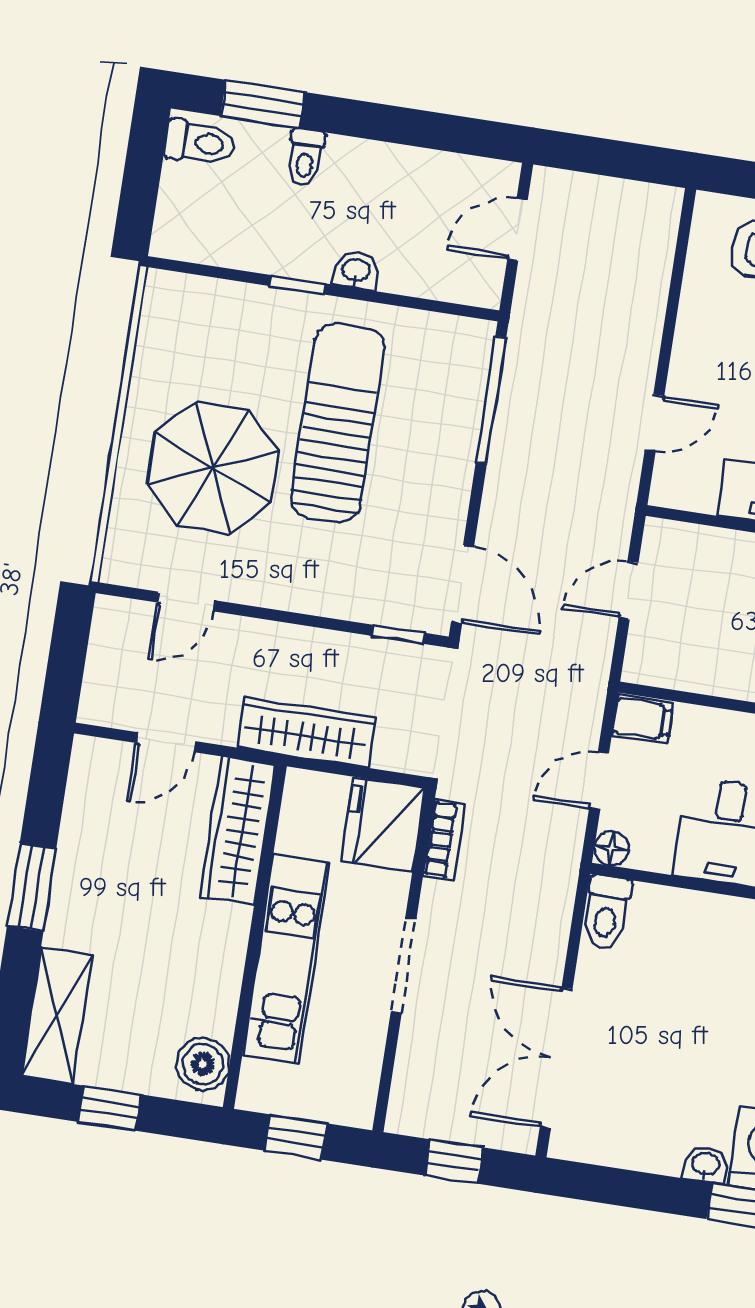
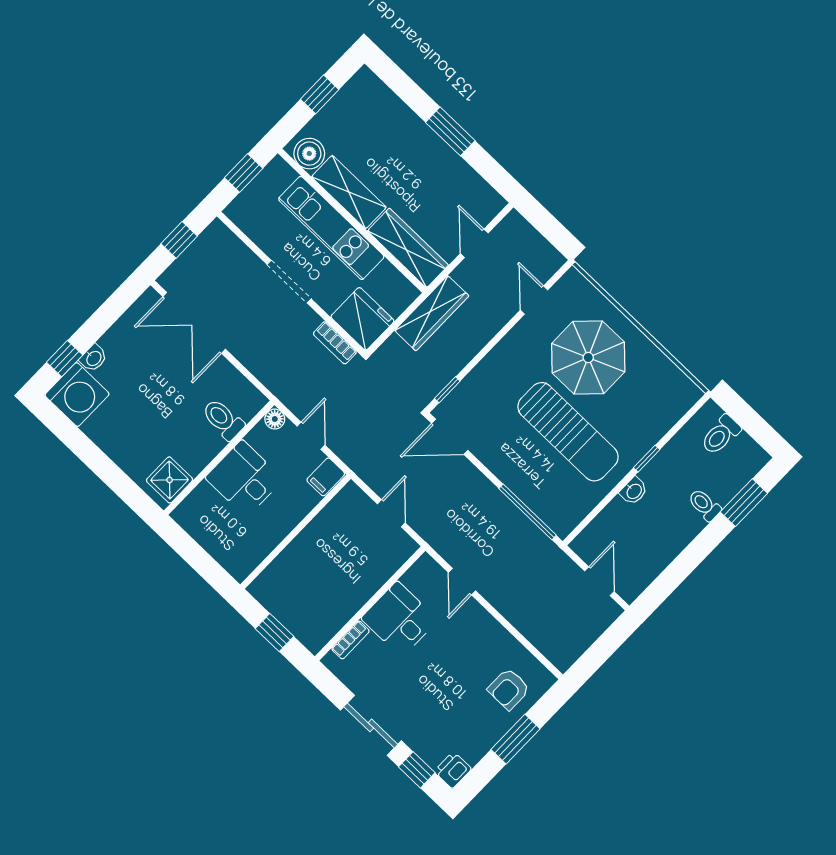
toilet: (200, 143) -> (721, 435), moved
toilet: (606, 912) -> (223, 419), moved
shelving: (57, 1015) -> (349, 192), moved
double door: (556, 1058) -> (194, 323), swing flipped

